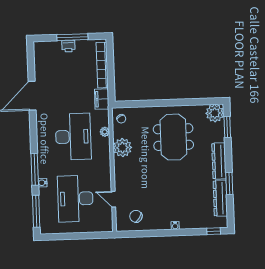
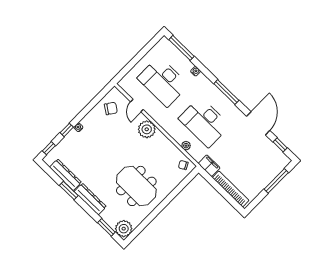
window: (72, 37) -> (276, 181), moved
printer: (68, 46) -> (266, 180), removed
window: (31, 63) -> (280, 145), added
plant: (122, 148) -> (147, 129), moved
window: (35, 169) -> (226, 92), moved
desk: (75, 199) -> (163, 82), turned 180
door: (113, 199) -> (137, 106), swing flipped
window: (186, 232) -> (67, 130), added

